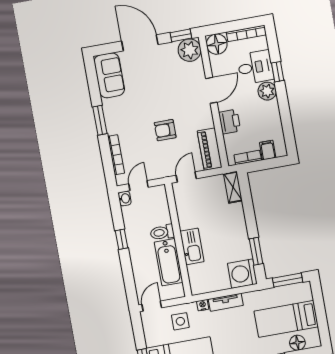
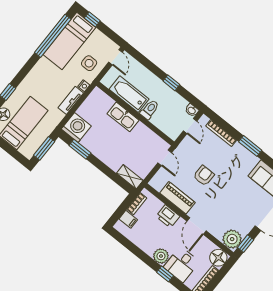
piano: (210, 149) -> (177, 198), moved

